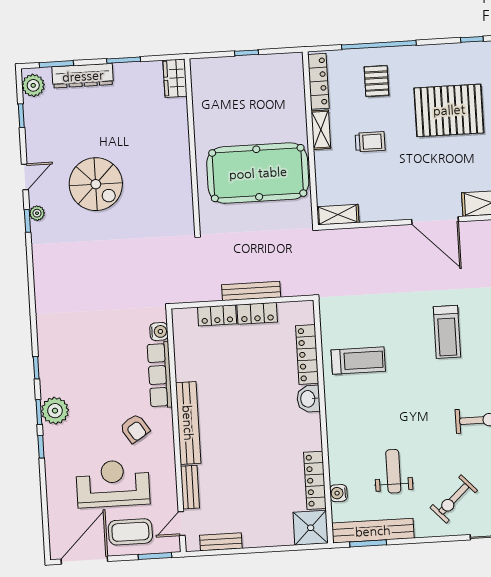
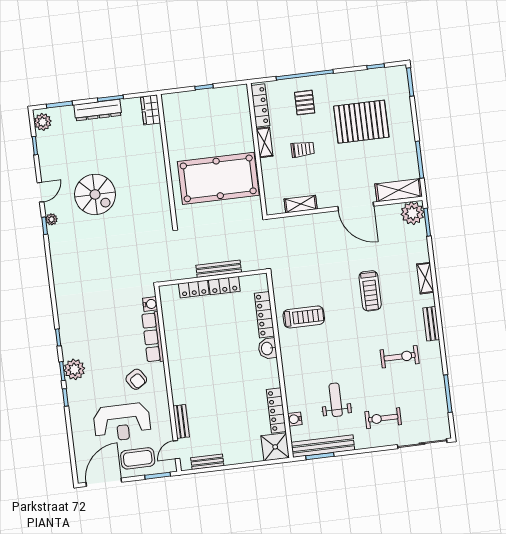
dresser: (83, 76) -> (98, 110), moved
shelving: (338, 215) -> (301, 204), moved
bench: (188, 423) -> (177, 373), removed
reception desk: (113, 484) -> (122, 422), turned 180
exercise bike: (454, 499) -> (383, 418), turned 43

